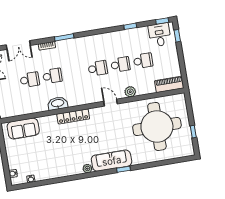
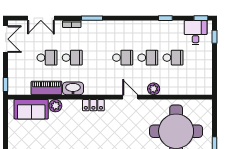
piano: (169, 84) -> (46, 88), moved
locker: (73, 116) -> (93, 105), width x0.66
plant: (44, 122) -> (55, 106), added

